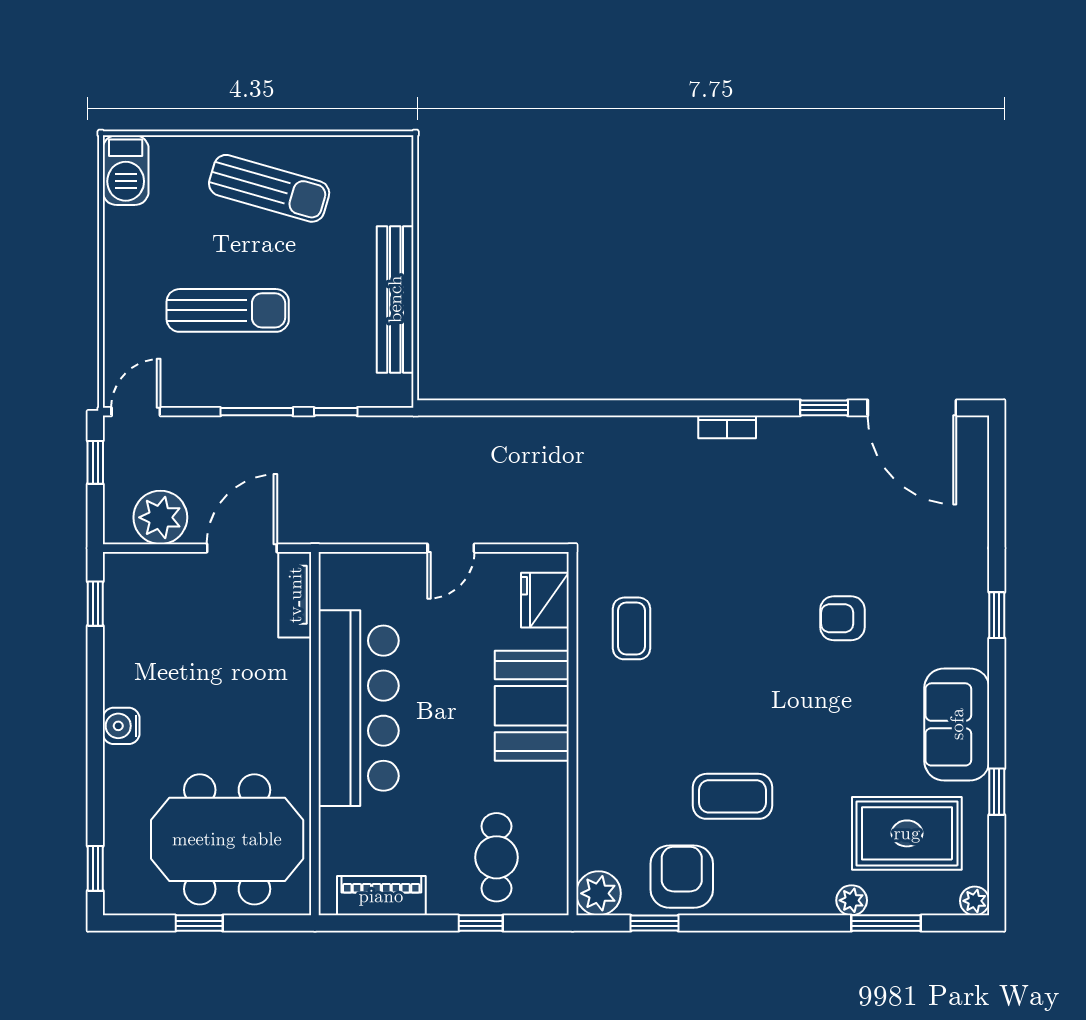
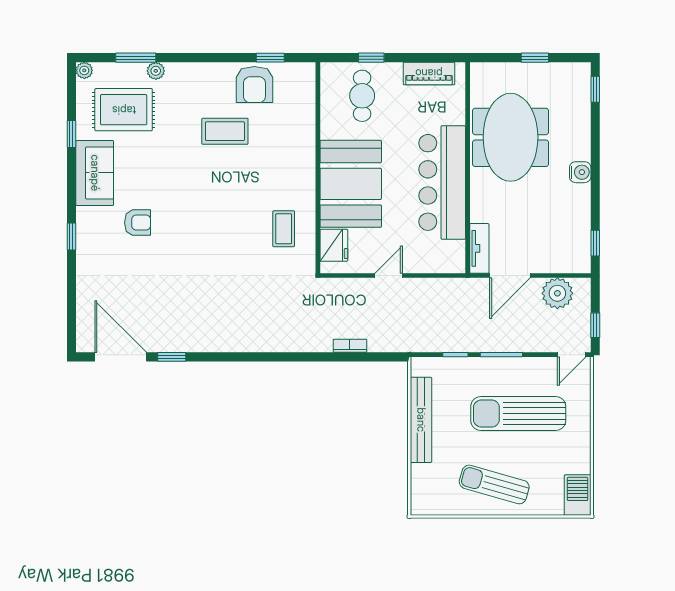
sun lounger: (228, 310) -> (518, 414), width x1.36, depth x1.34
bookcase: (727, 427) -> (350, 346), moved
armchair: (842, 618) -> (138, 223), moved
booth: (532, 706) -> (351, 184), width x1.36, depth x1.42
meeting table: (227, 839) -> (511, 137), moved, turned 90
plant: (599, 893) -> (303, 75), removed

